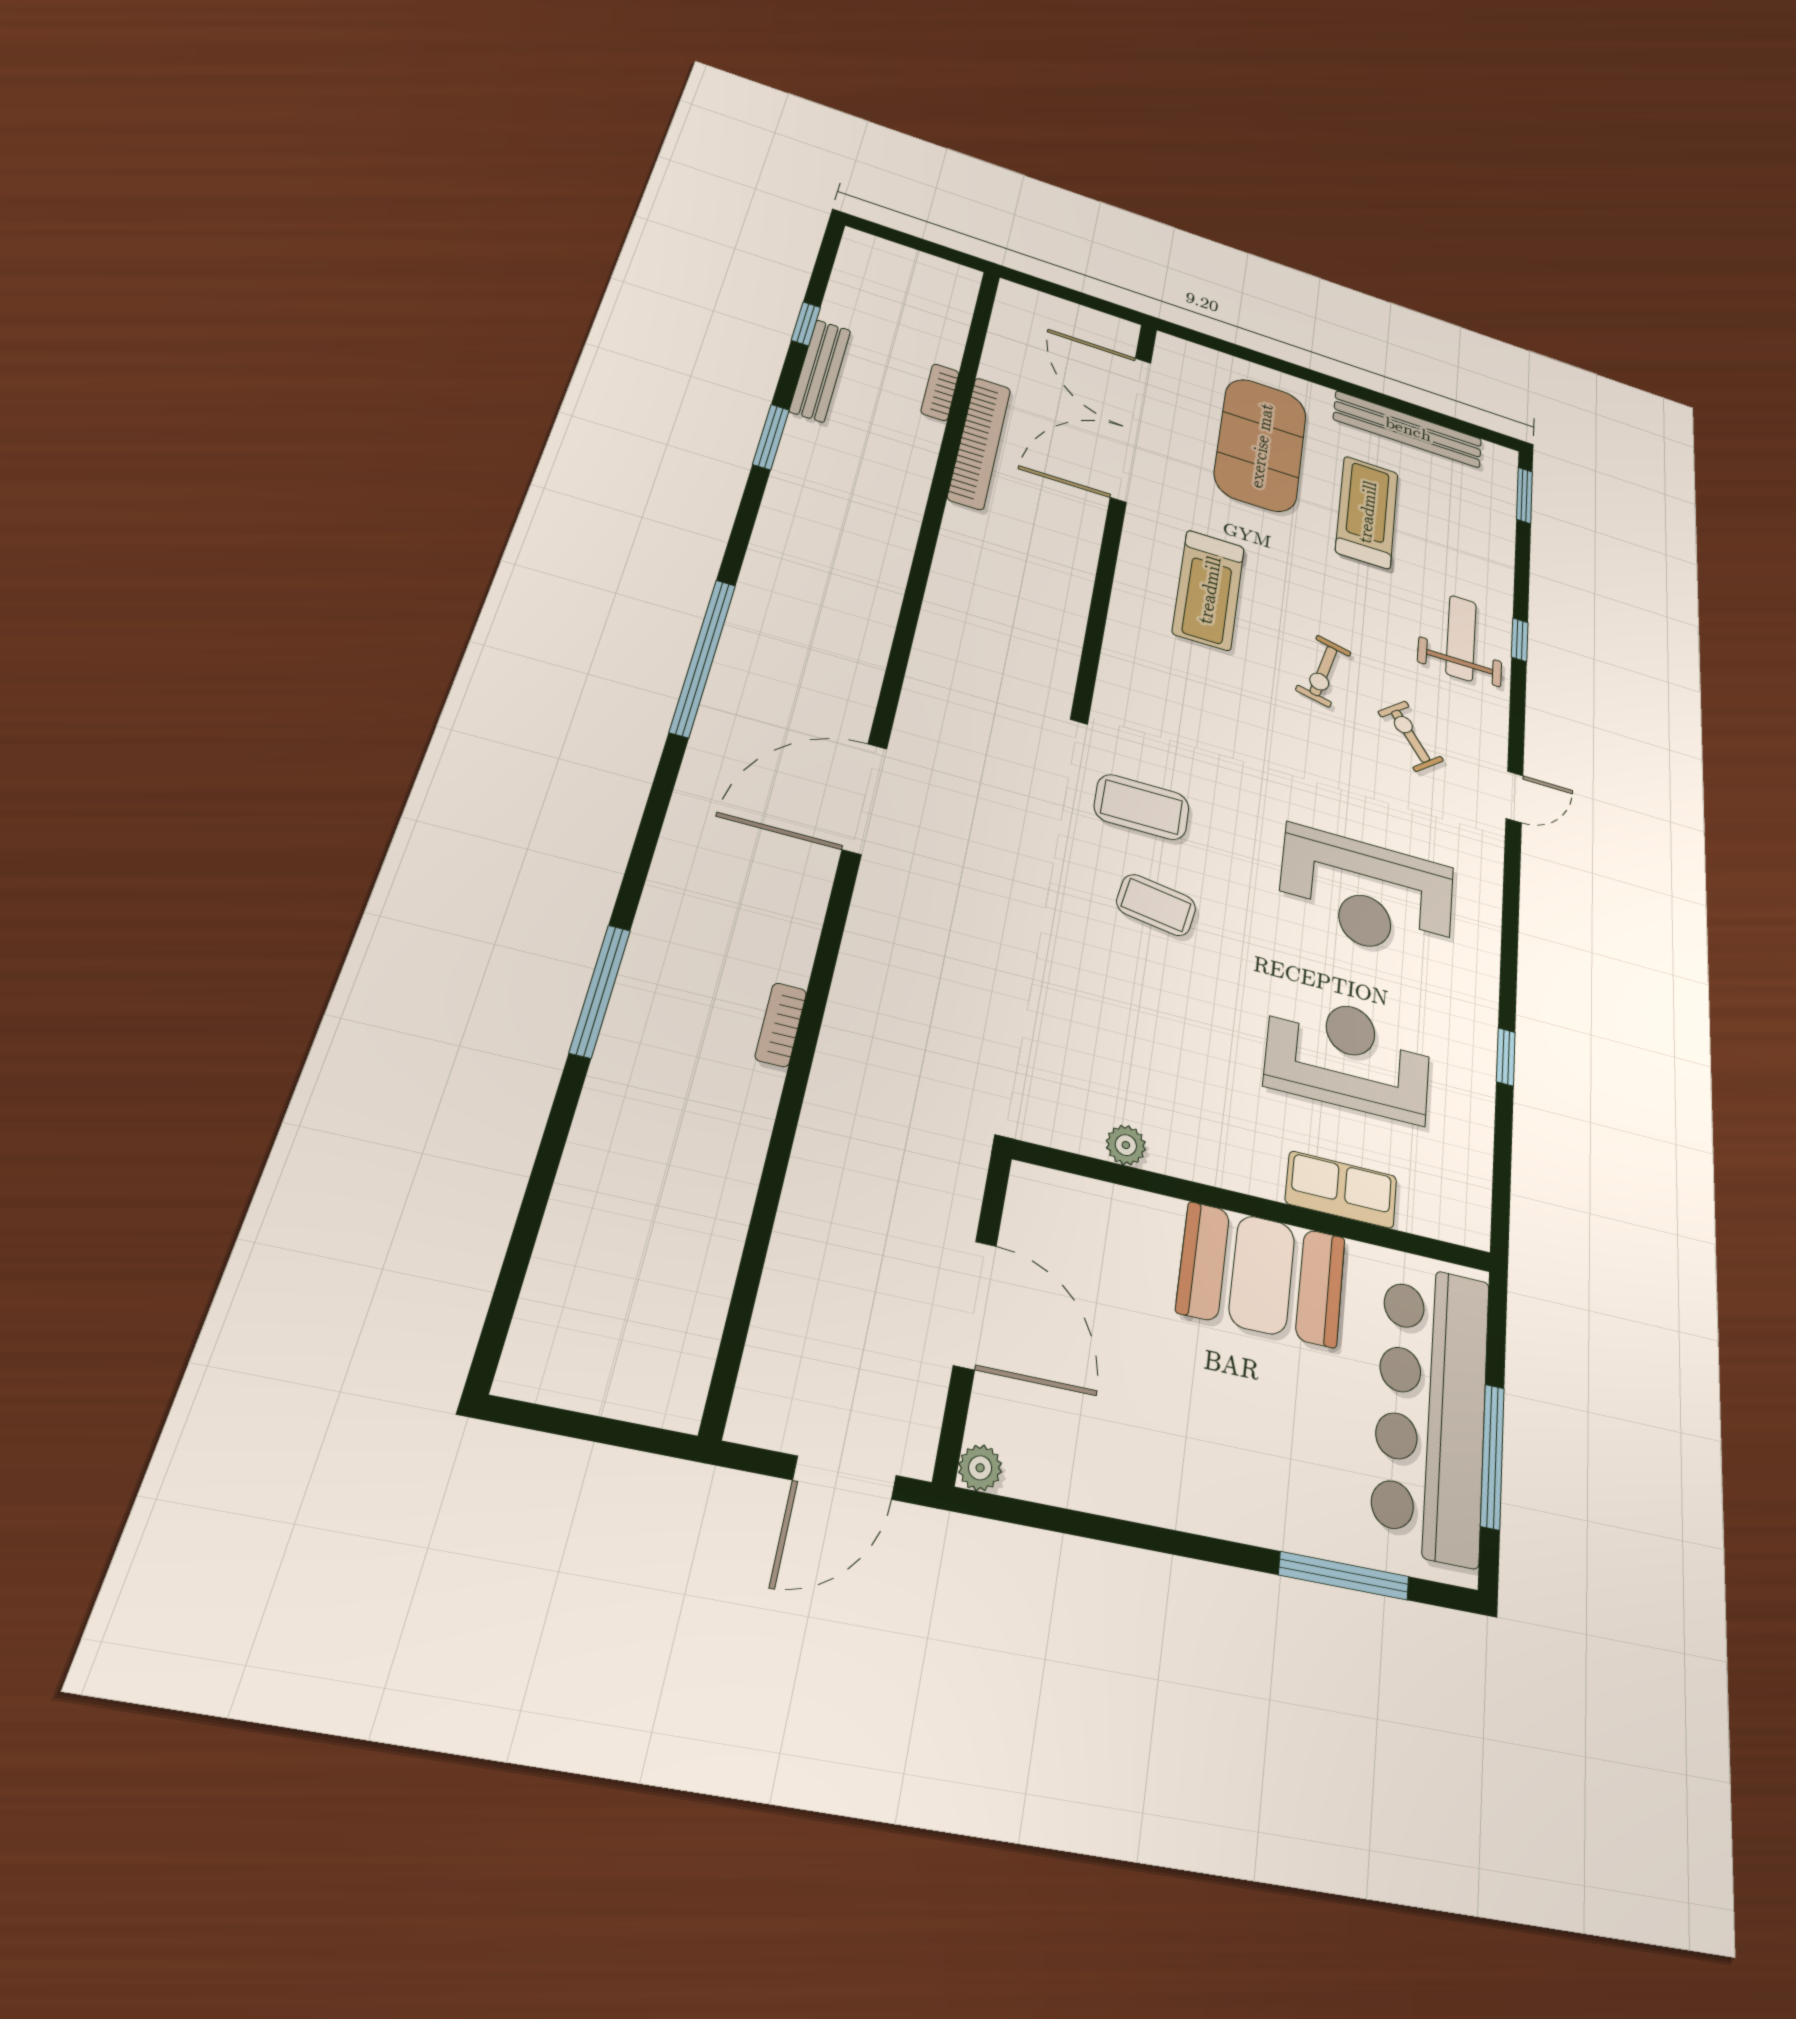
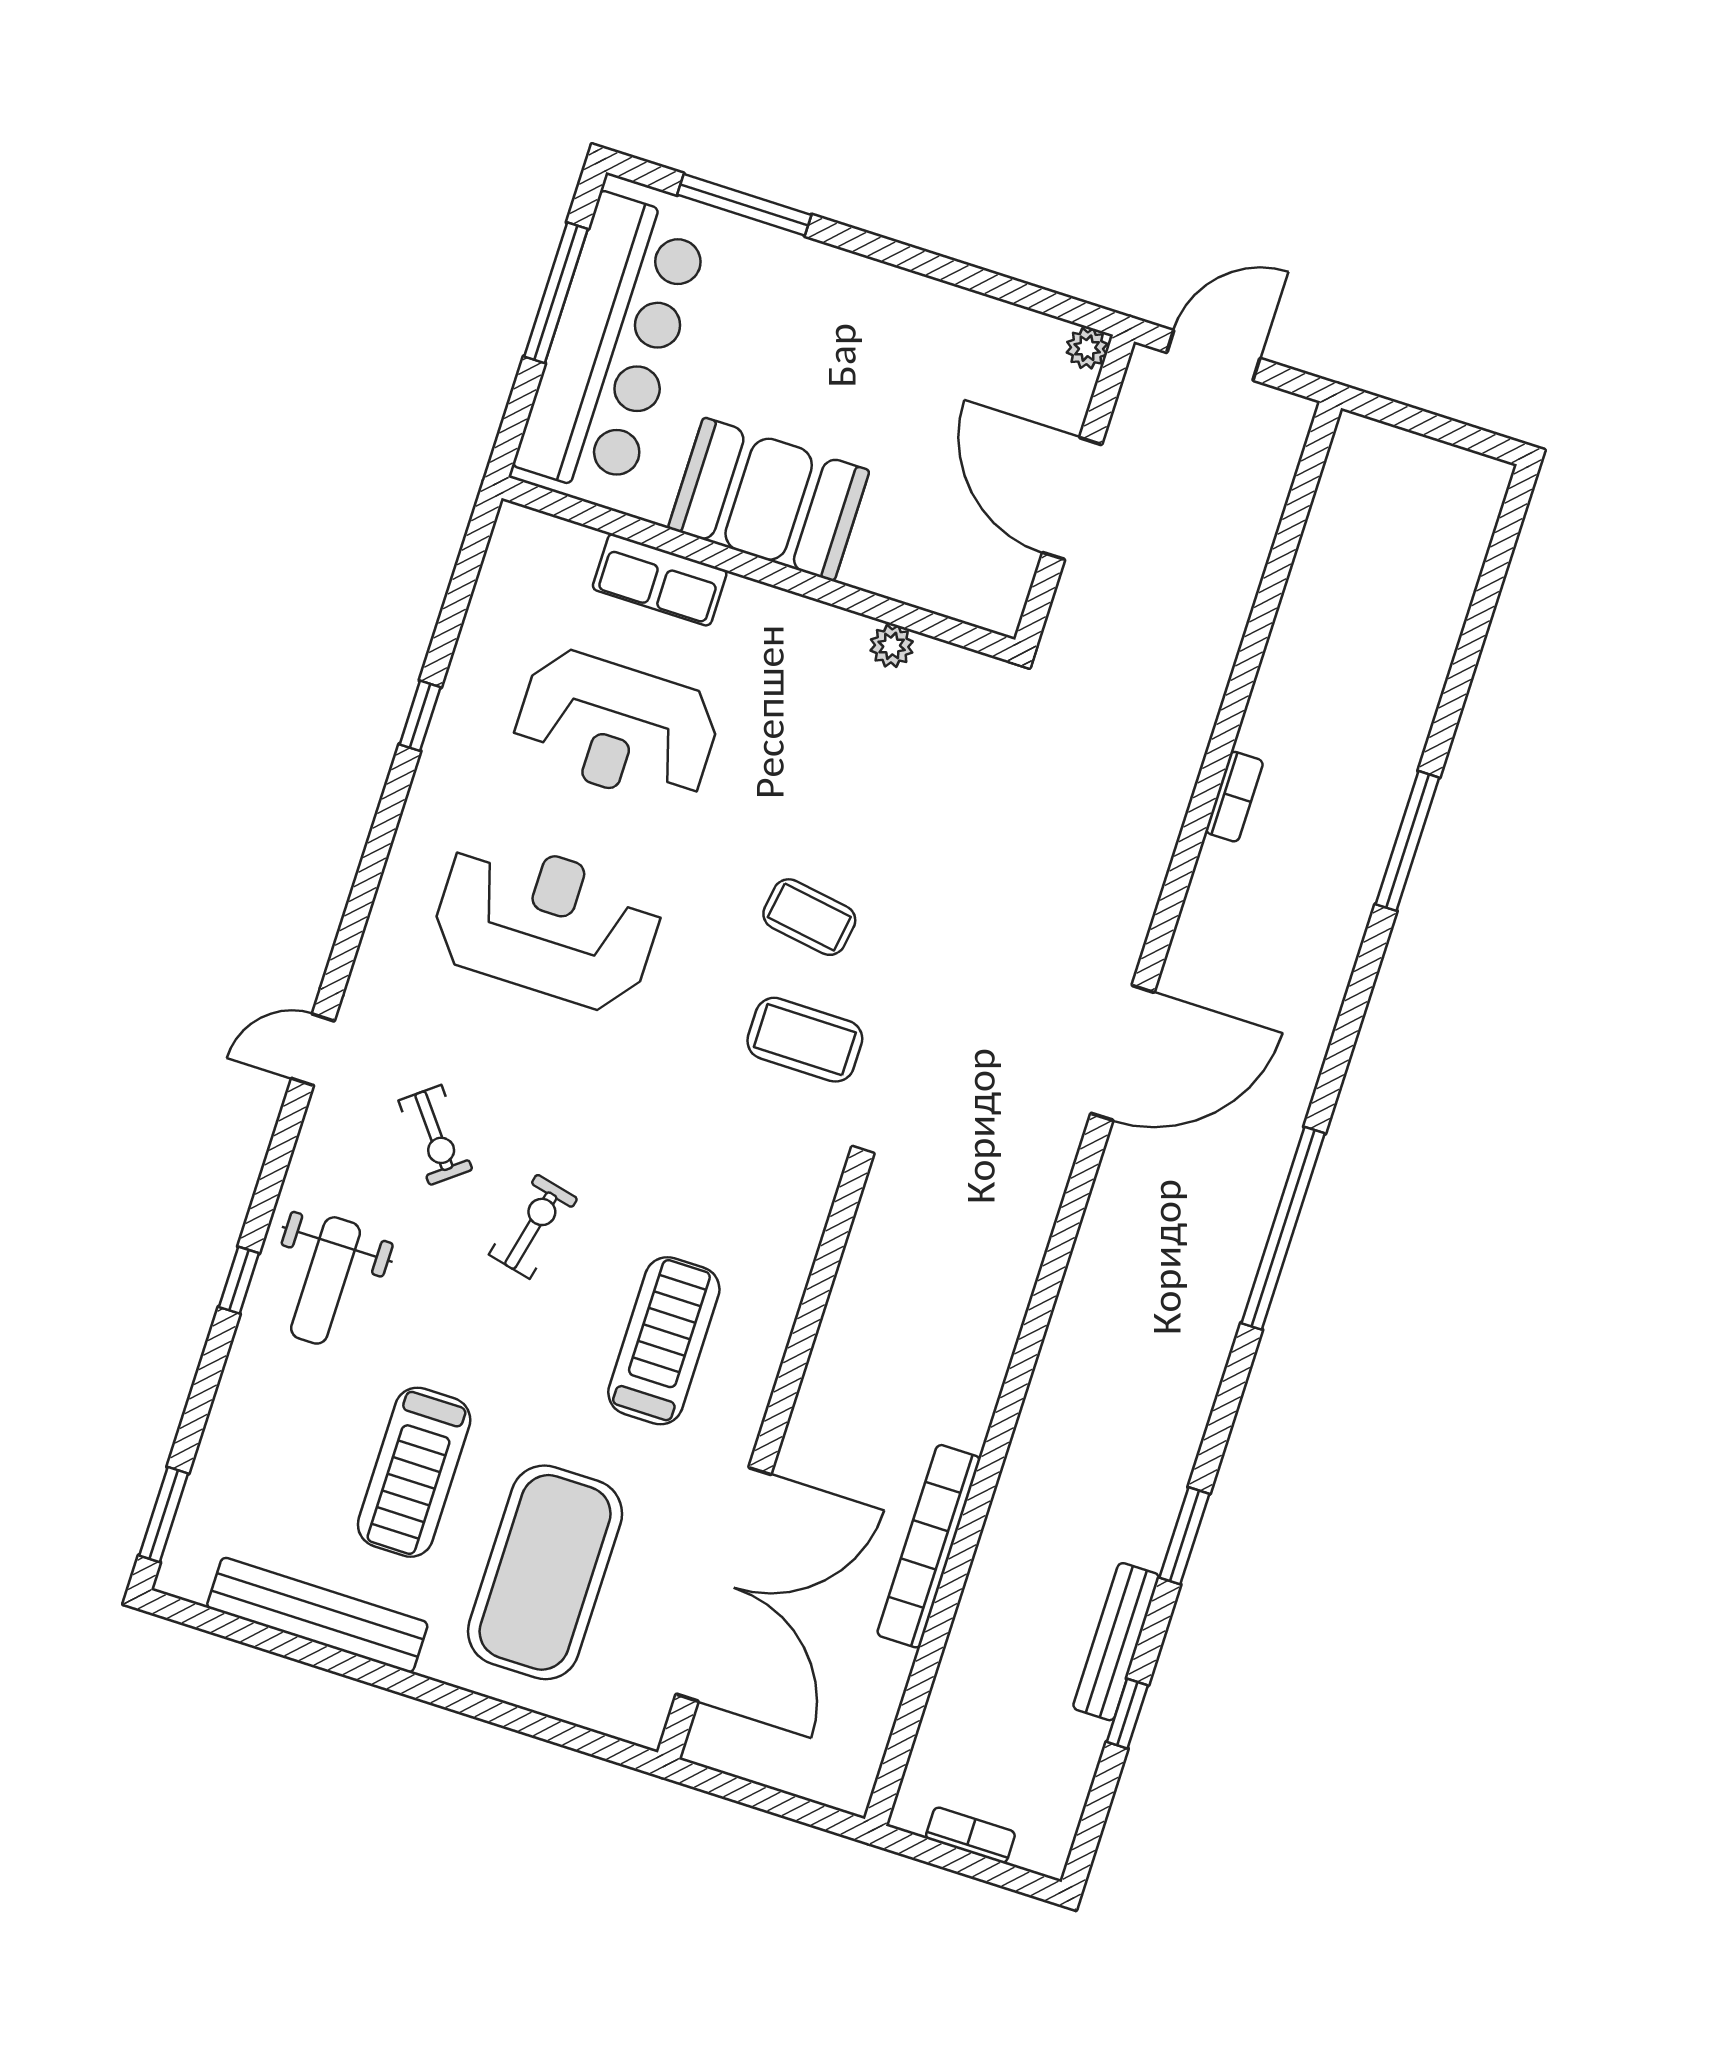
bookcase: (940, 392) -> (970, 1835), moved, turned -90

